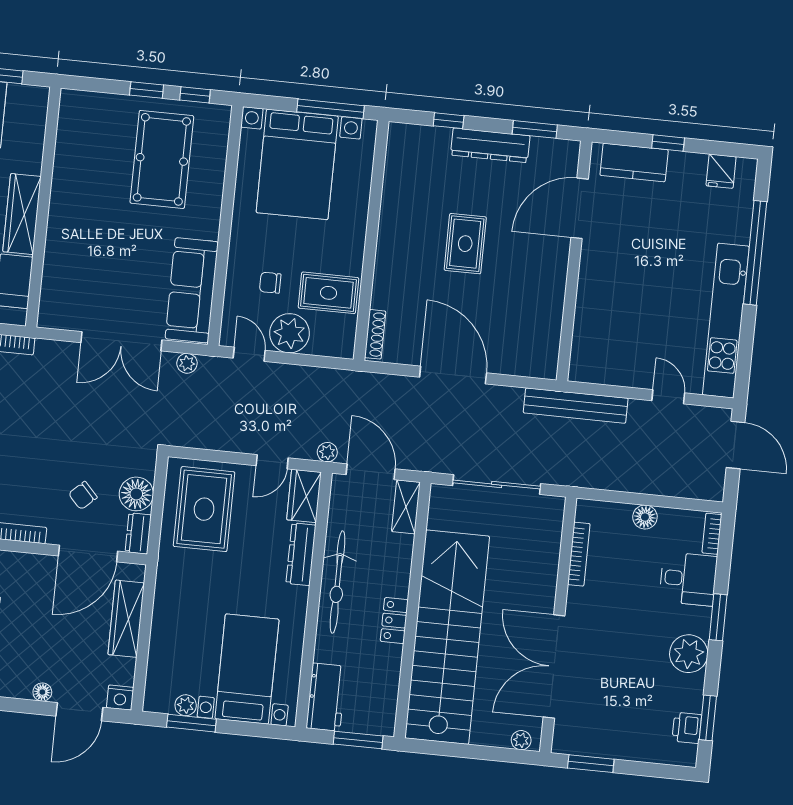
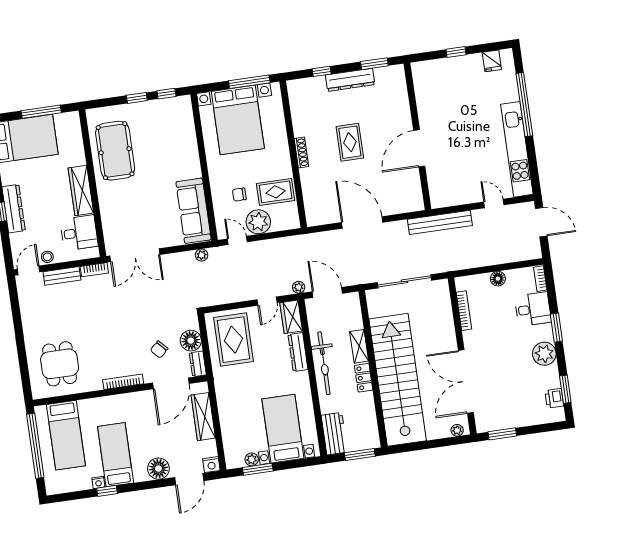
pool table: (162, 159) -> (115, 151), moved
kitchen counter: (634, 163) -> (439, 69), removed
door: (580, 208) -> (419, 148), moved
shoe rack: (375, 334) -> (301, 152), moved
double door: (121, 341) -> (135, 255), moved
shelving: (406, 507) -> (359, 346), moved
floor lamp: (42, 692) -> (158, 469), width x1.89, depth x1.89

